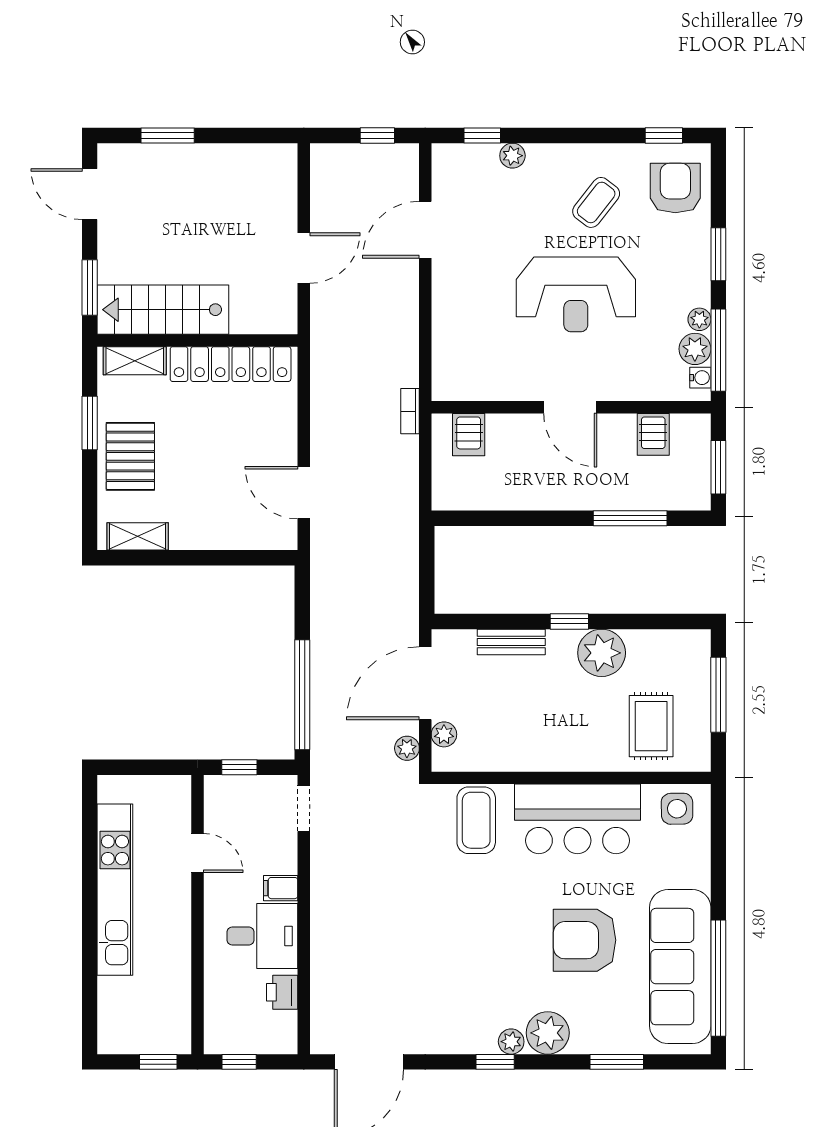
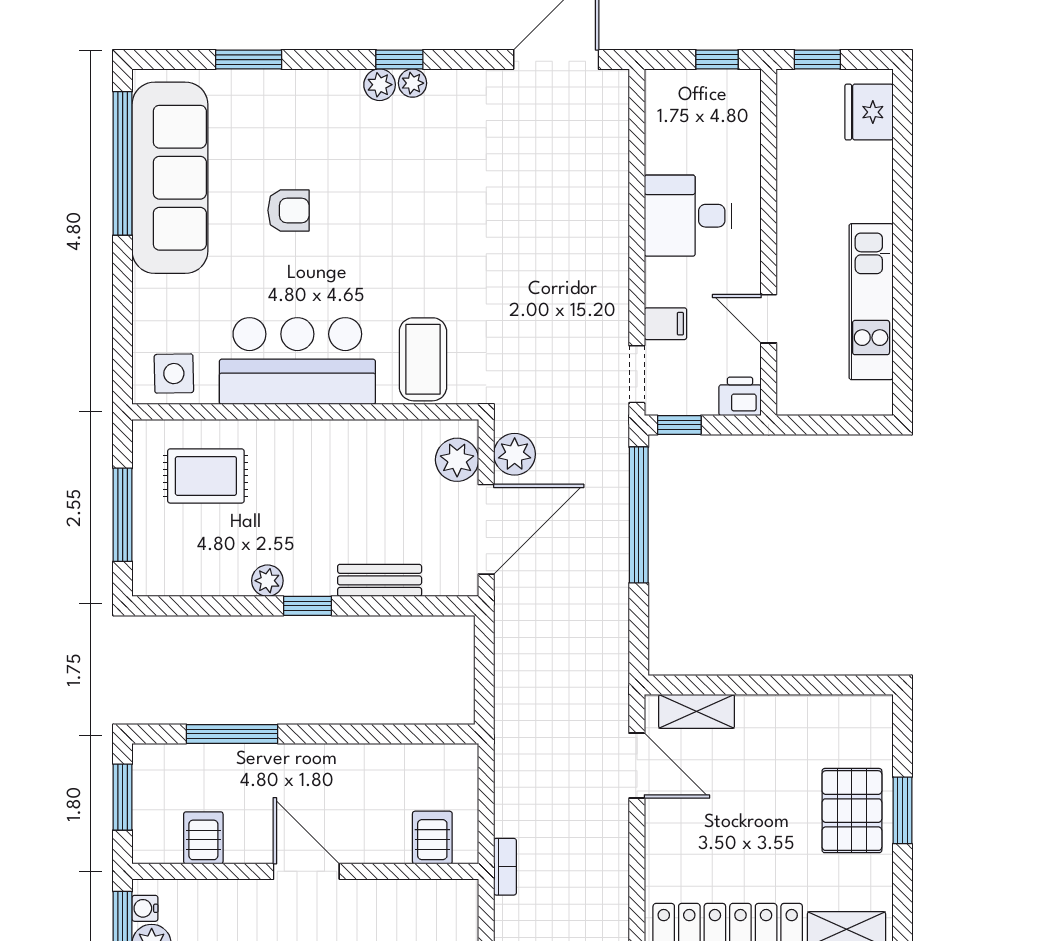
window: (90, 423) -> (902, 810), moved
shelving: (138, 536) -> (697, 711), moved
plant: (602, 653) -> (267, 581), width x0.53, depth x0.53
rug: (651, 726) -> (206, 476), turned 90
plant: (444, 734) -> (457, 460), width x1.38, depth x1.38
plant: (407, 748) -> (515, 454), width x1.38, depth x1.38
window: (239, 767) -> (679, 425), moved
filing cabinet: (281, 888) -> (666, 324), moved
kitchen unit: (115, 890) -> (871, 302), width x0.73
armchair: (585, 940) -> (288, 210), width x0.53, depth x0.53
printer: (282, 992) -> (740, 396), moved, turned -90
fridge: (117, 1020) -> (869, 112), added
plant: (548, 1033) -> (413, 83), moved, width x0.53, depth x0.53

